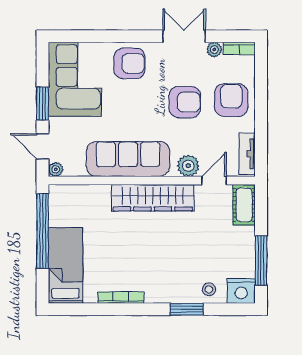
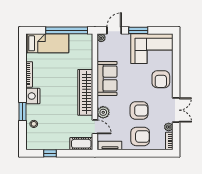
armchair: (185, 102) -> (139, 110), turned -90
sofa: (128, 159) -> (107, 78), width x0.73
window: (261, 261) -> (50, 153), width x0.46
nightstand: (241, 291) -> (33, 96), moved

